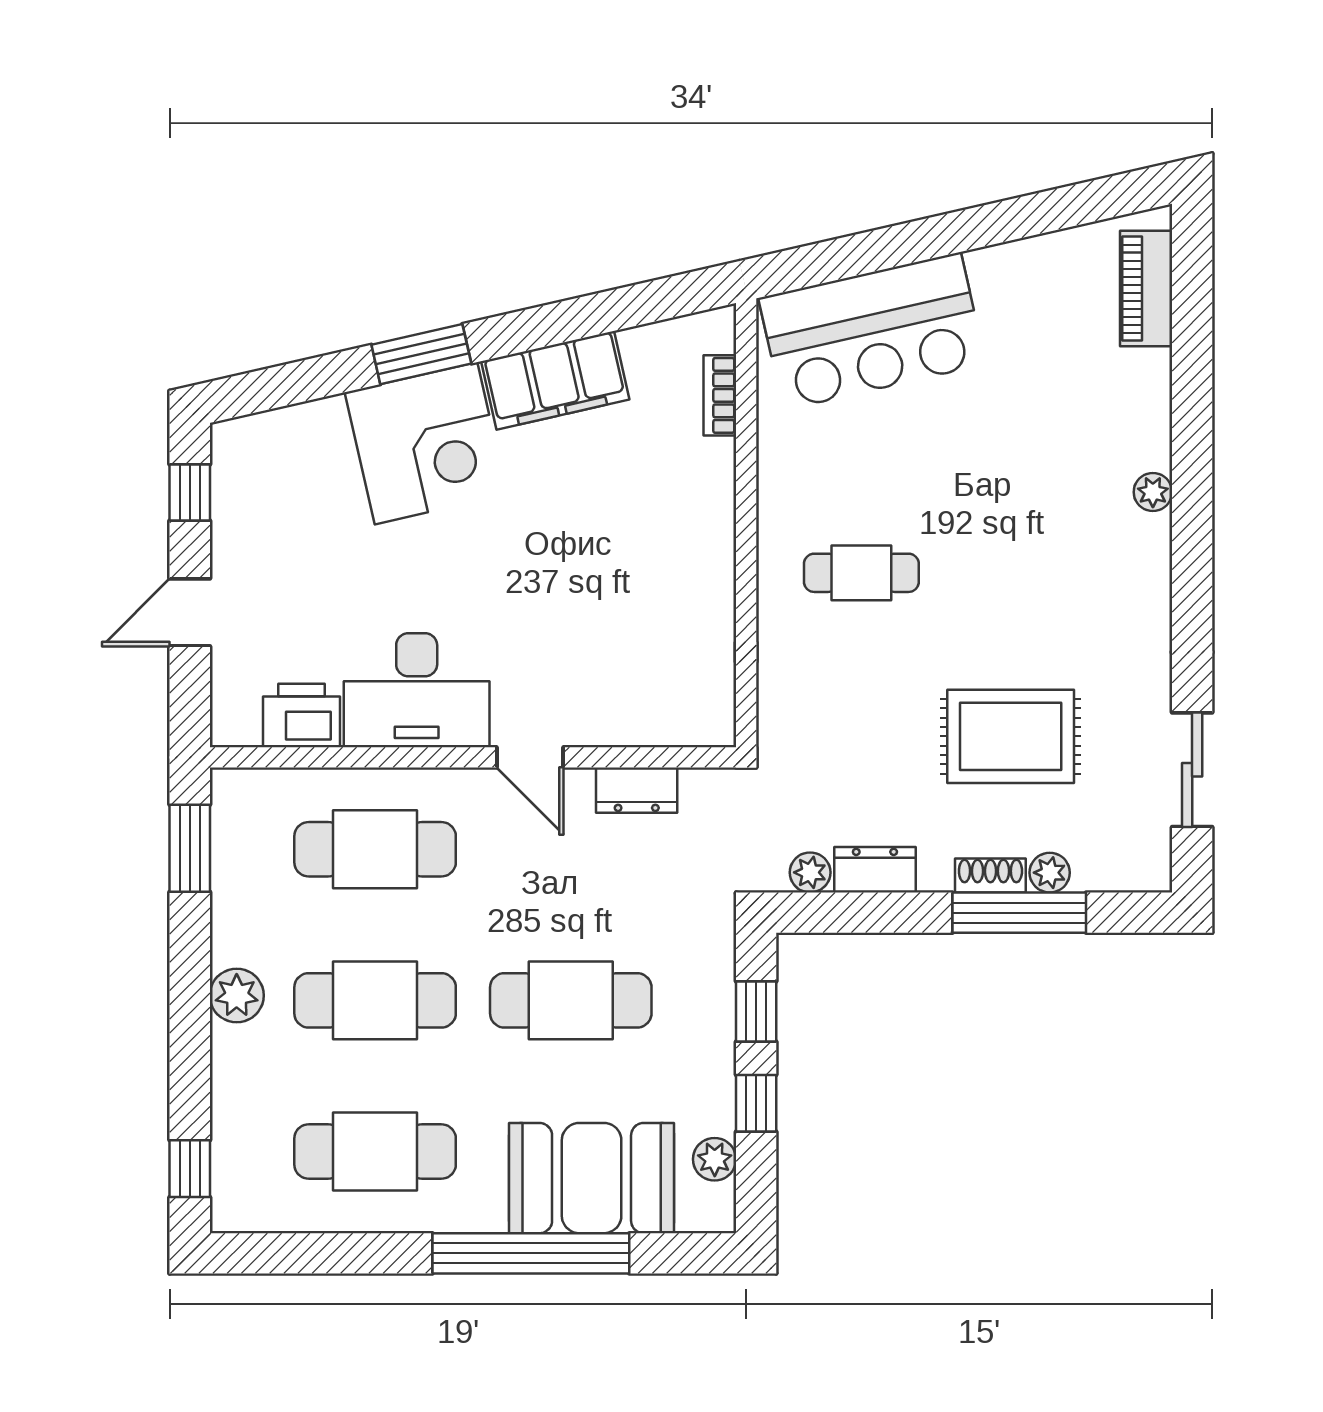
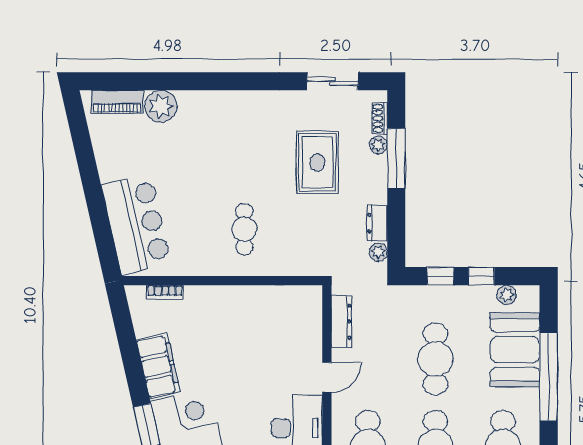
plant: (1153, 492) -> (161, 106), moved, width x1.87, depth x1.87
dresser: (637, 790) -> (341, 322), width x1.44
shoe rack: (990, 875) -> (380, 118), moved

